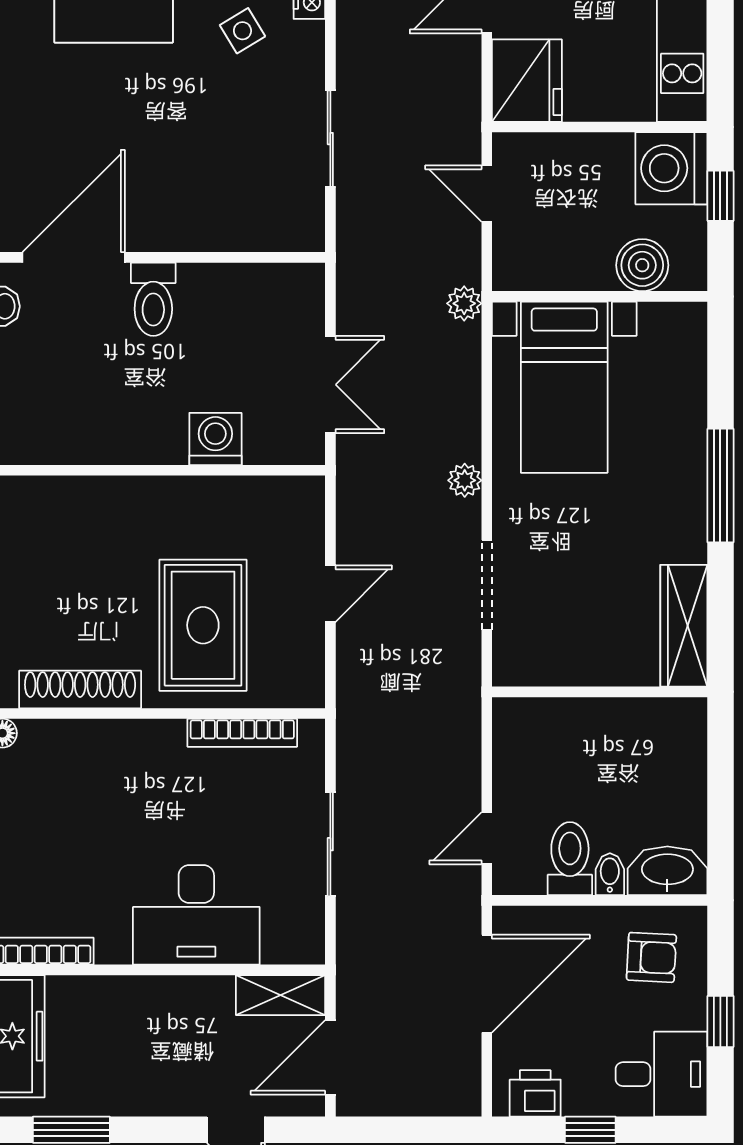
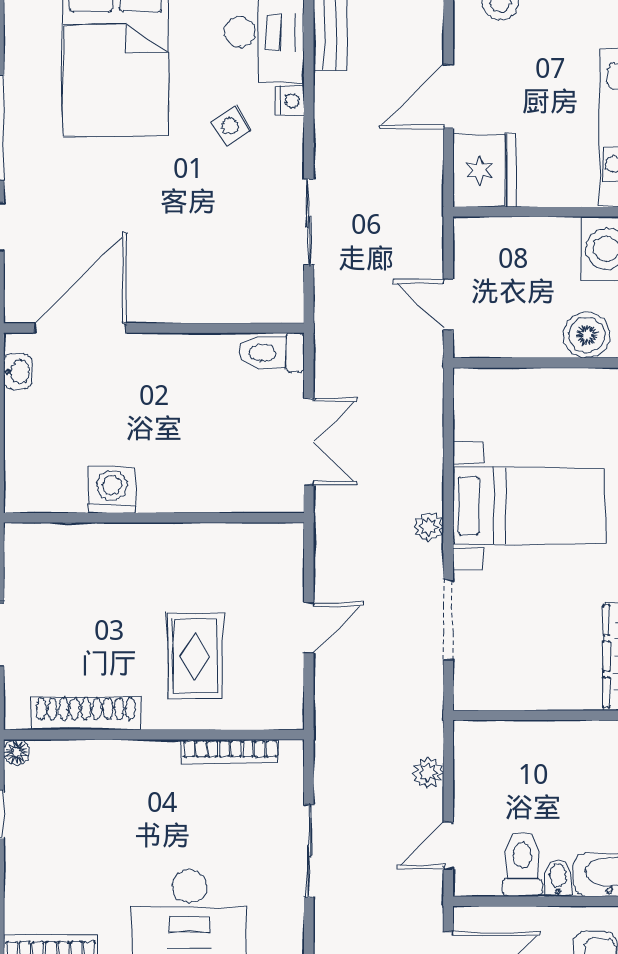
door: (487, 194) -> (448, 305), moved
toilet: (153, 299) -> (271, 353), moved, turned 90
plant: (464, 303) -> (428, 773), moved
bed with nightstands: (564, 387) -> (529, 506), moved, turned -90
washing machine: (215, 439) -> (112, 490), moved
rug: (203, 625) -> (195, 656), width x0.73, depth x0.70

